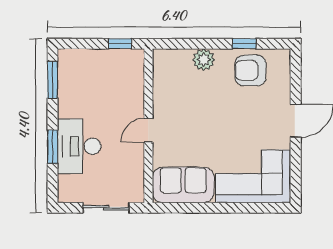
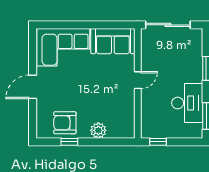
armchair: (250, 70) -> (65, 123), turned 180
desk: (79, 146) -> (187, 103), moved
sliding door: (106, 208) -> (168, 25), width x1.37

